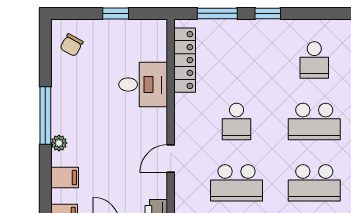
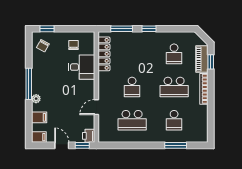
window: (116, 13) -> (47, 29), moved
chair: (128, 44) -> (74, 45), added
school desk: (314, 183) -> (174, 120), width x0.54

